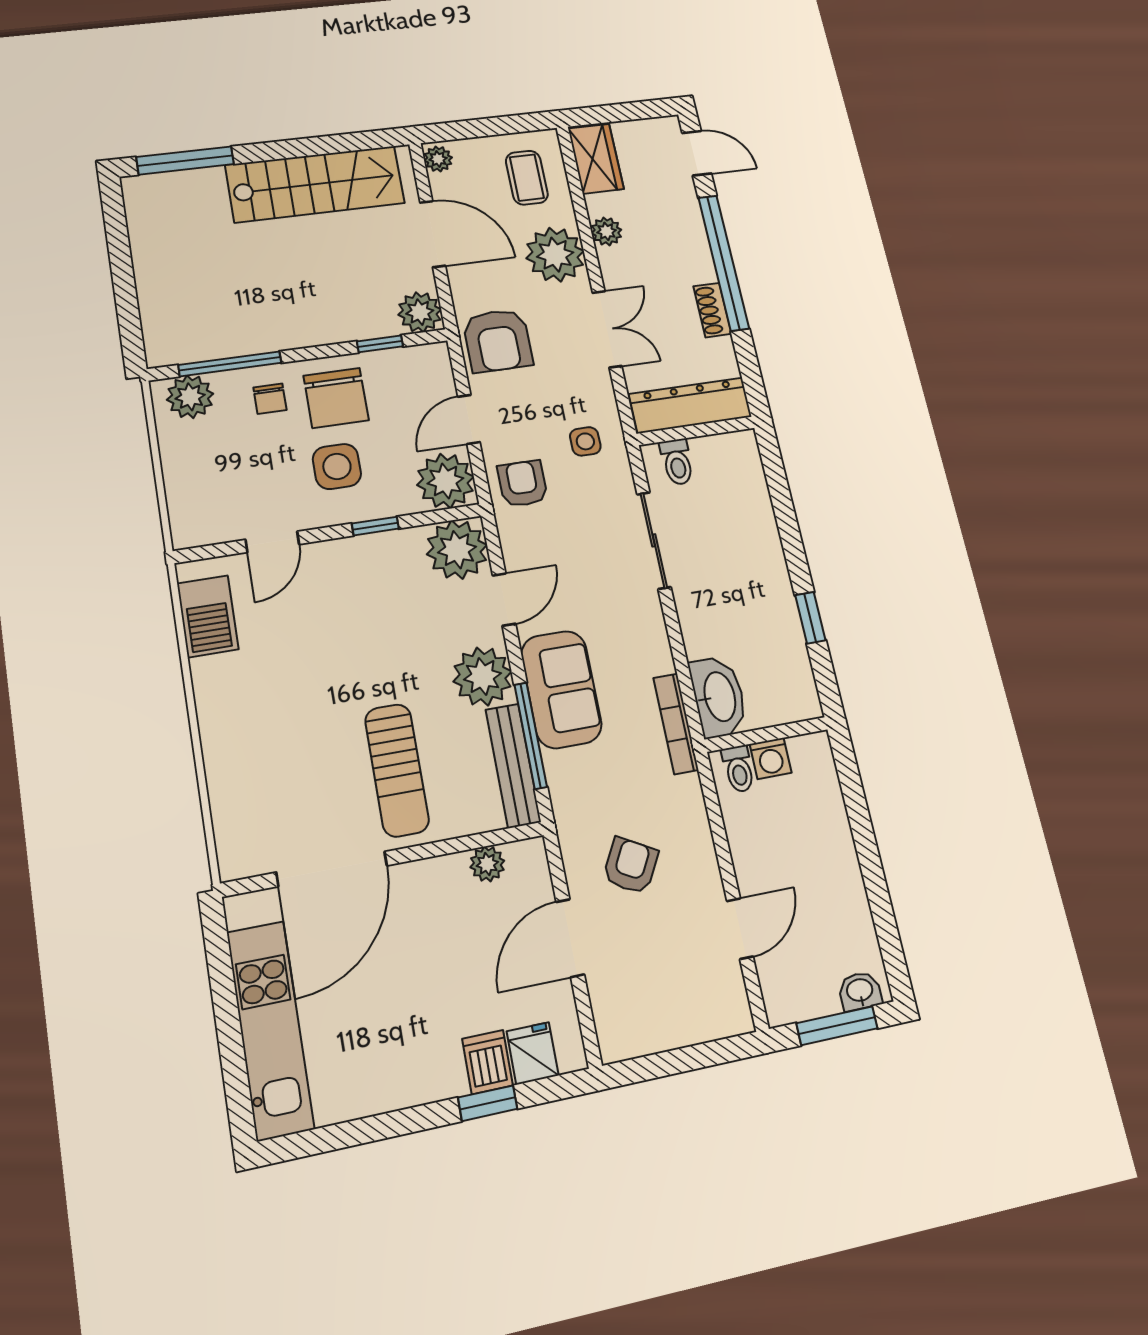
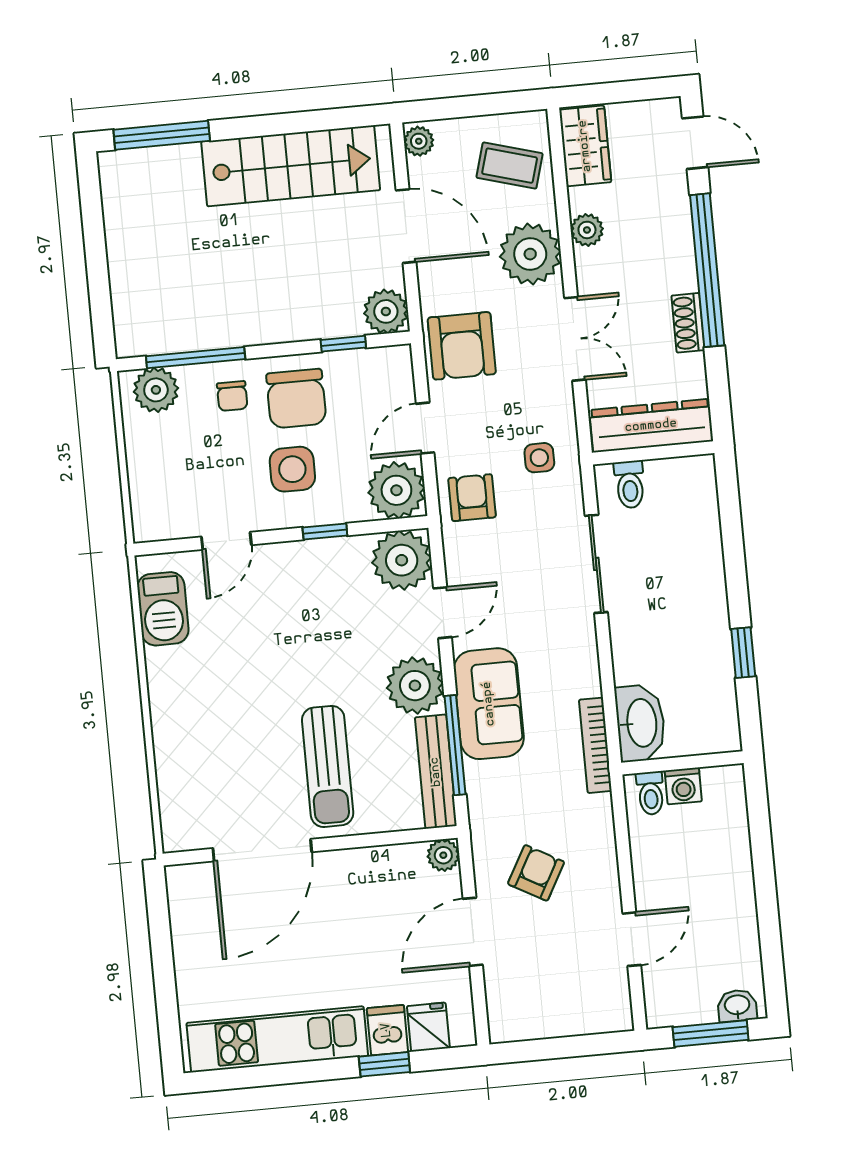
coffee table: (527, 178) -> (510, 166), turned -74
plant: (487, 864) -> (443, 855), moved
kitchen unit: (270, 1030) -> (277, 1039), moved, turned -90

